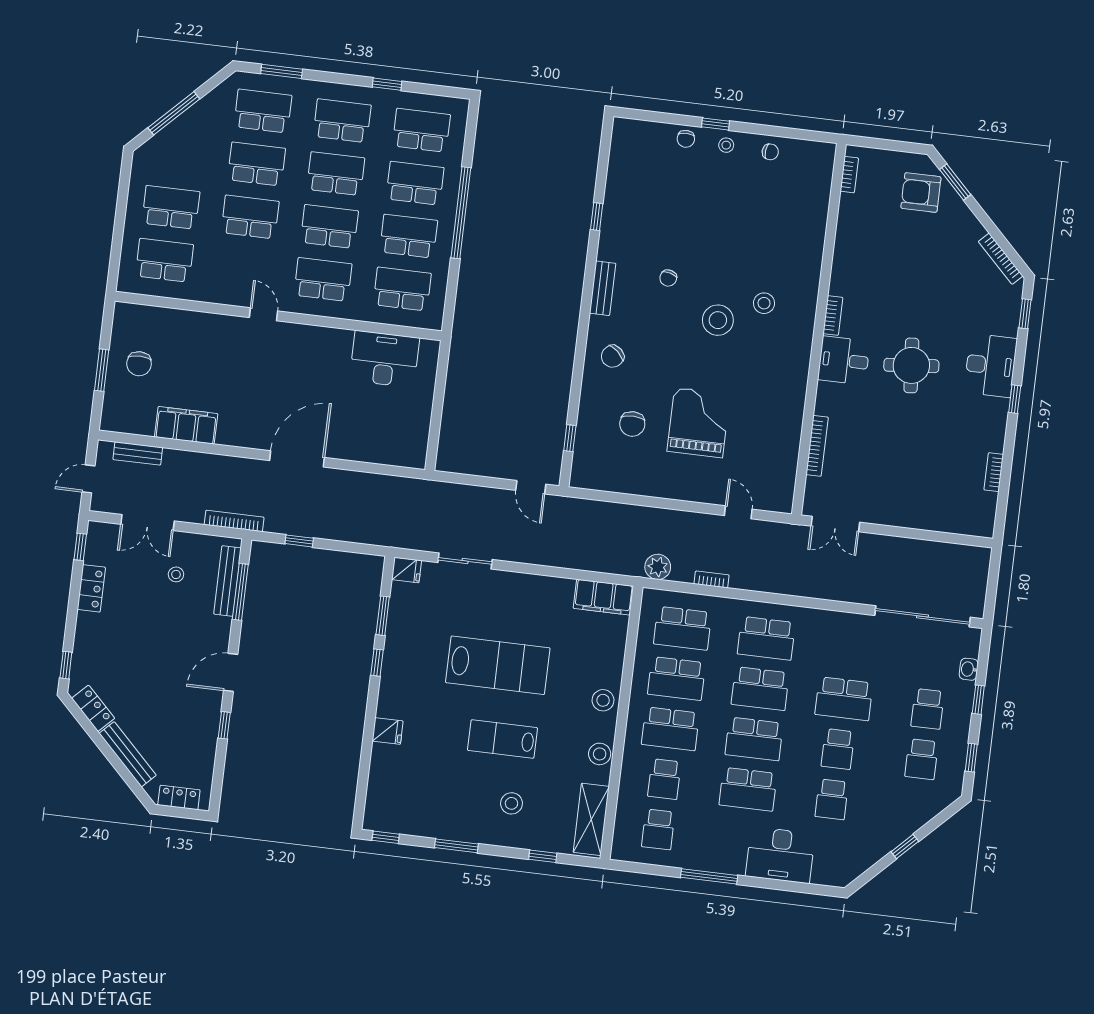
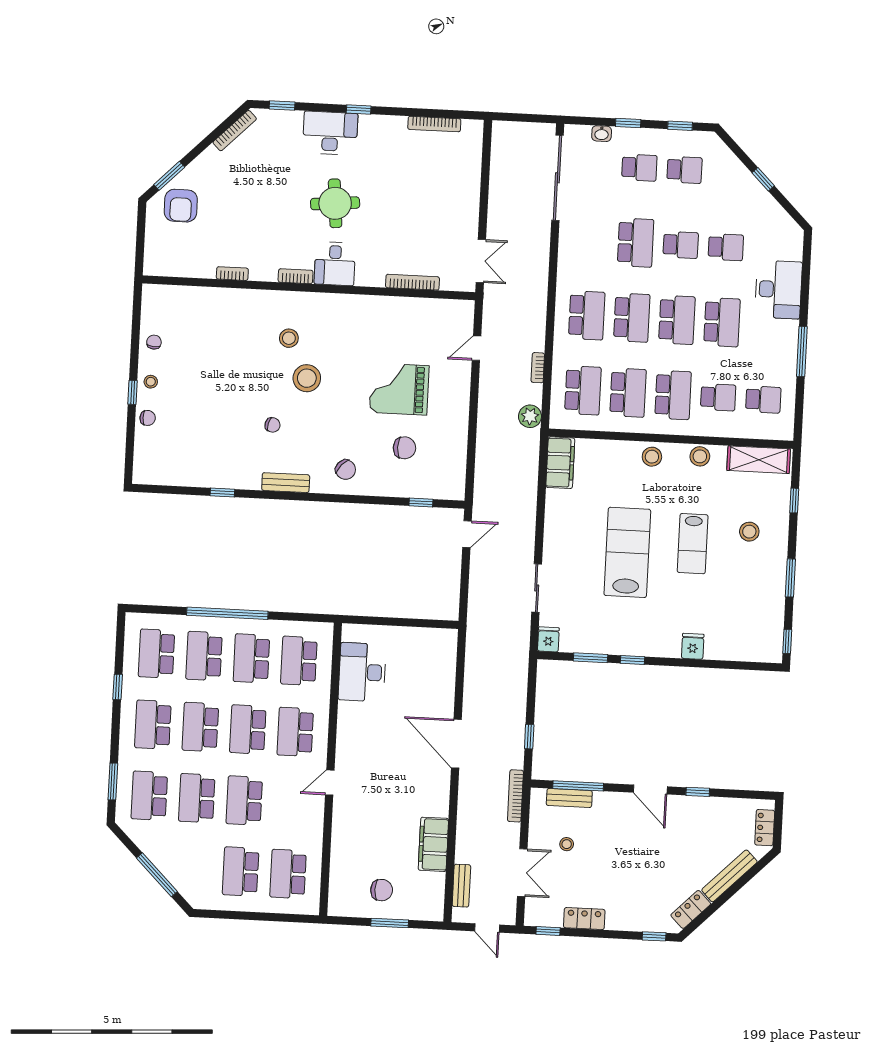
bookcase: (849, 175) -> (232, 274), moved
bookcase: (994, 472) -> (434, 124), width x1.56
bench: (227, 581) -> (569, 798), width x0.73

